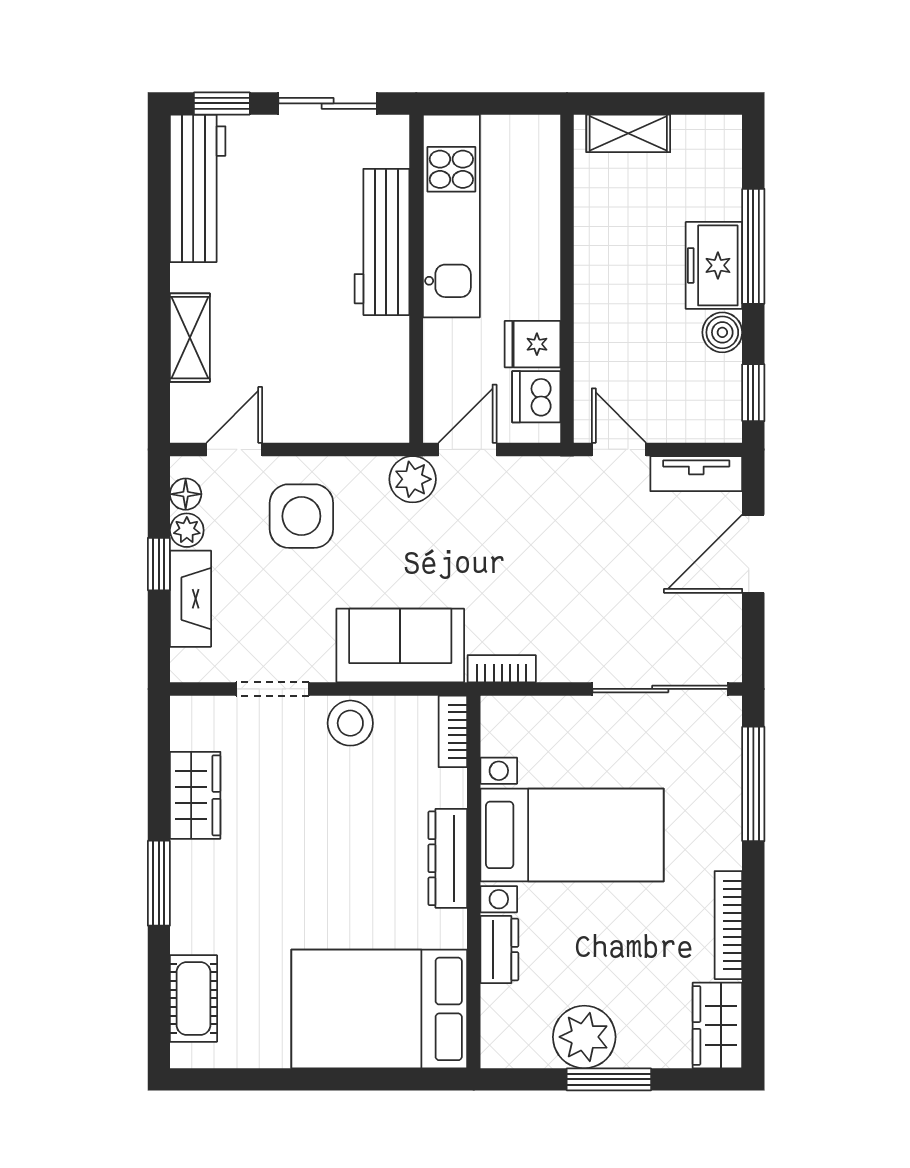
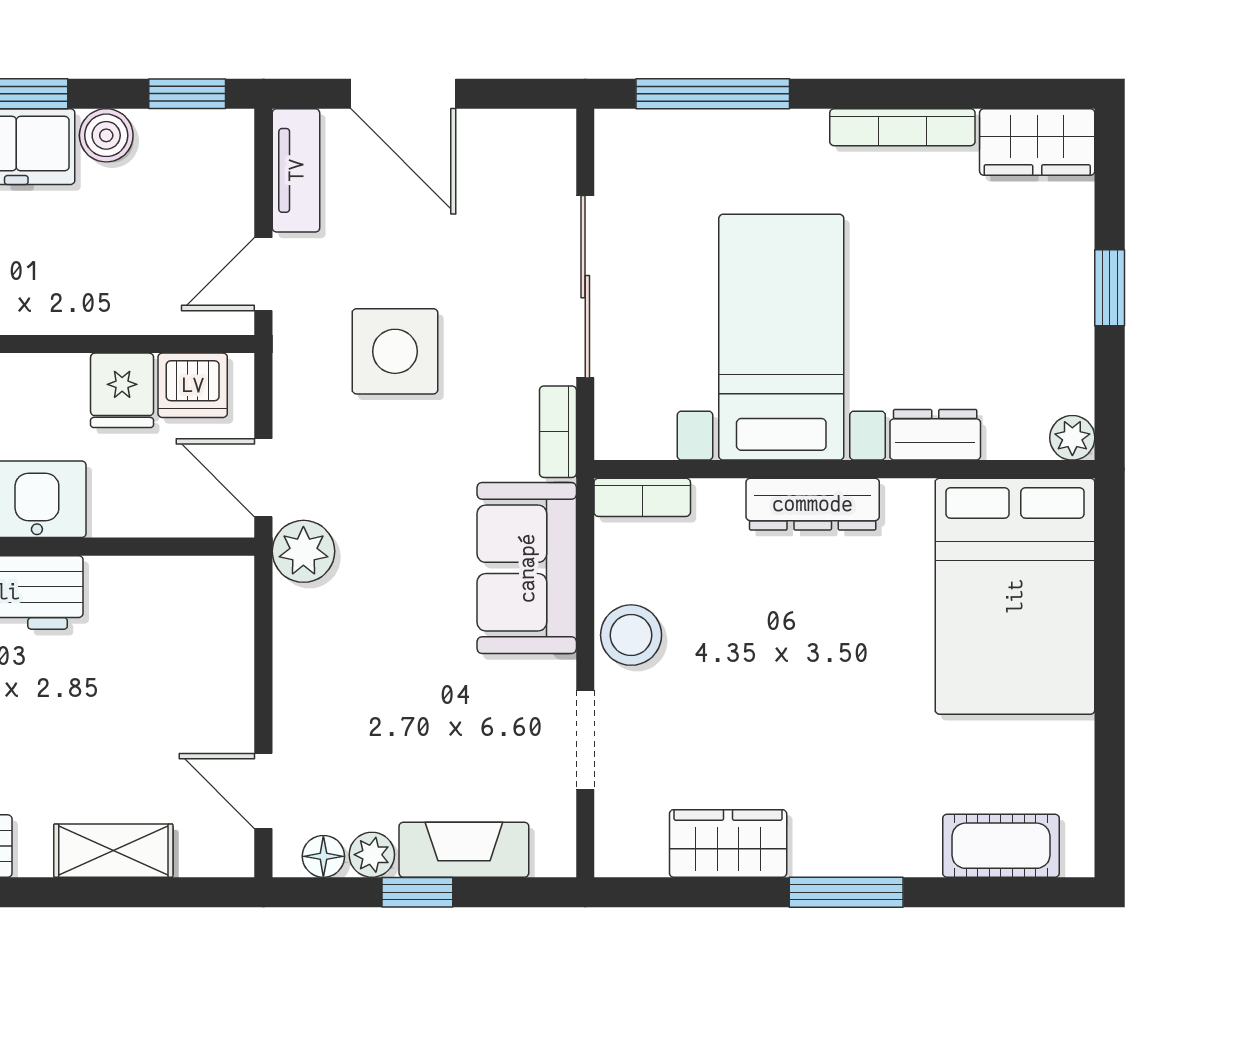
side table: (301, 516) -> (395, 351), moved
sliding door: (660, 689) -> (585, 287), moved
plant: (584, 1037) -> (1072, 438), moved, width x0.53, depth x0.53
window: (609, 1079) -> (1110, 288), width x0.67

